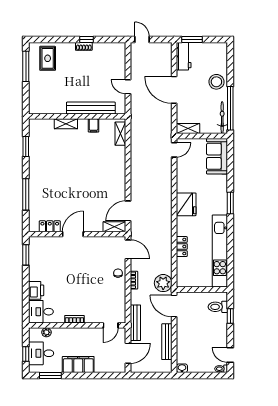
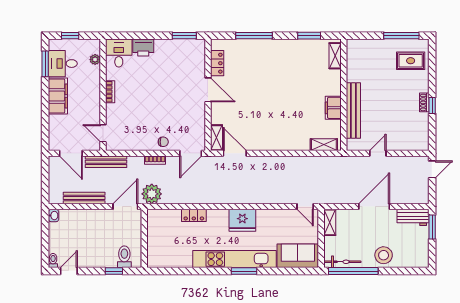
shelving: (66, 124) -> (335, 56), moved
filing cabinet: (94, 125) -> (333, 108), width x2.00
kitchen unit: (220, 251) -> (234, 259), moved
desk: (41, 353) -> (63, 64), moved, turned -90

